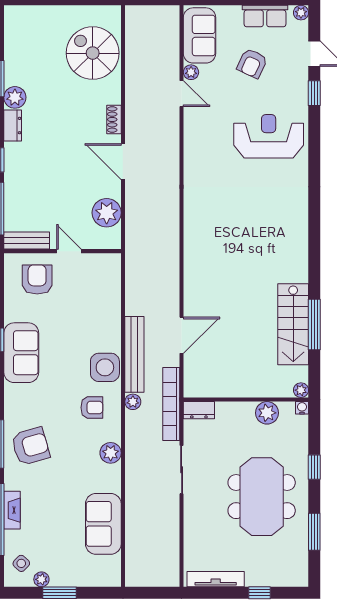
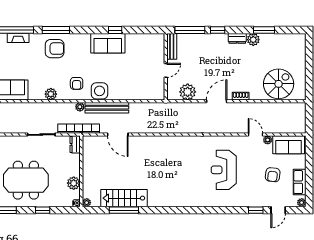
armchair: (252, 63) -> (273, 175), turned -108
door: (182, 94) -> (255, 135), swing flipped
reception desk: (269, 136) -> (224, 170), moved, turned 180
armchair: (37, 280) -> (150, 52), removed
armchair: (31, 446) -> (55, 49), turned -74

